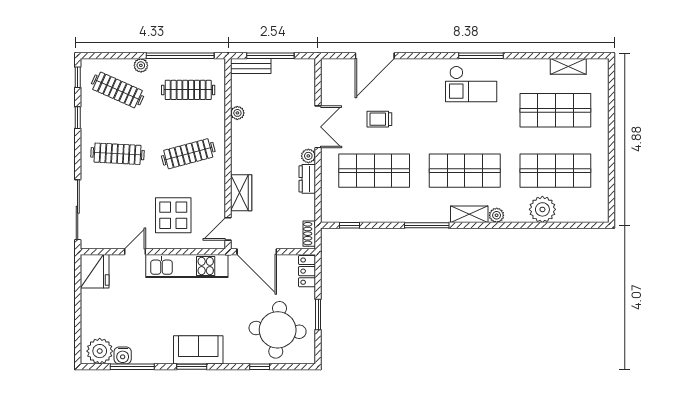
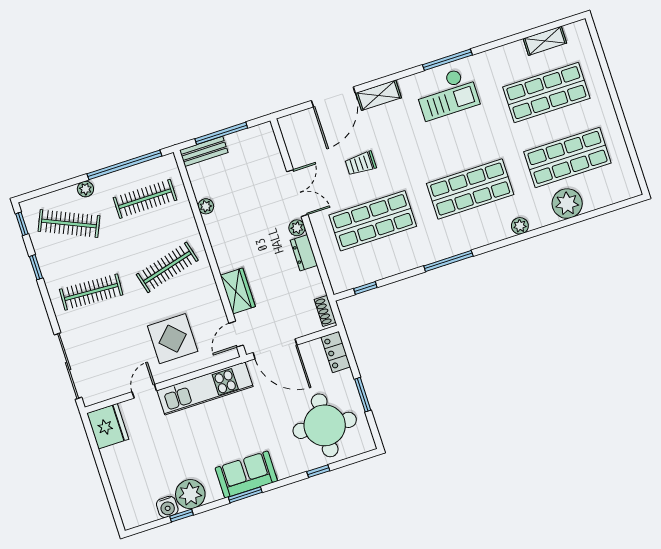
shelving: (469, 214) -> (379, 95), moved
plant: (100, 351) -> (190, 494), moved
window: (132, 367) -> (181, 516), width x0.46

